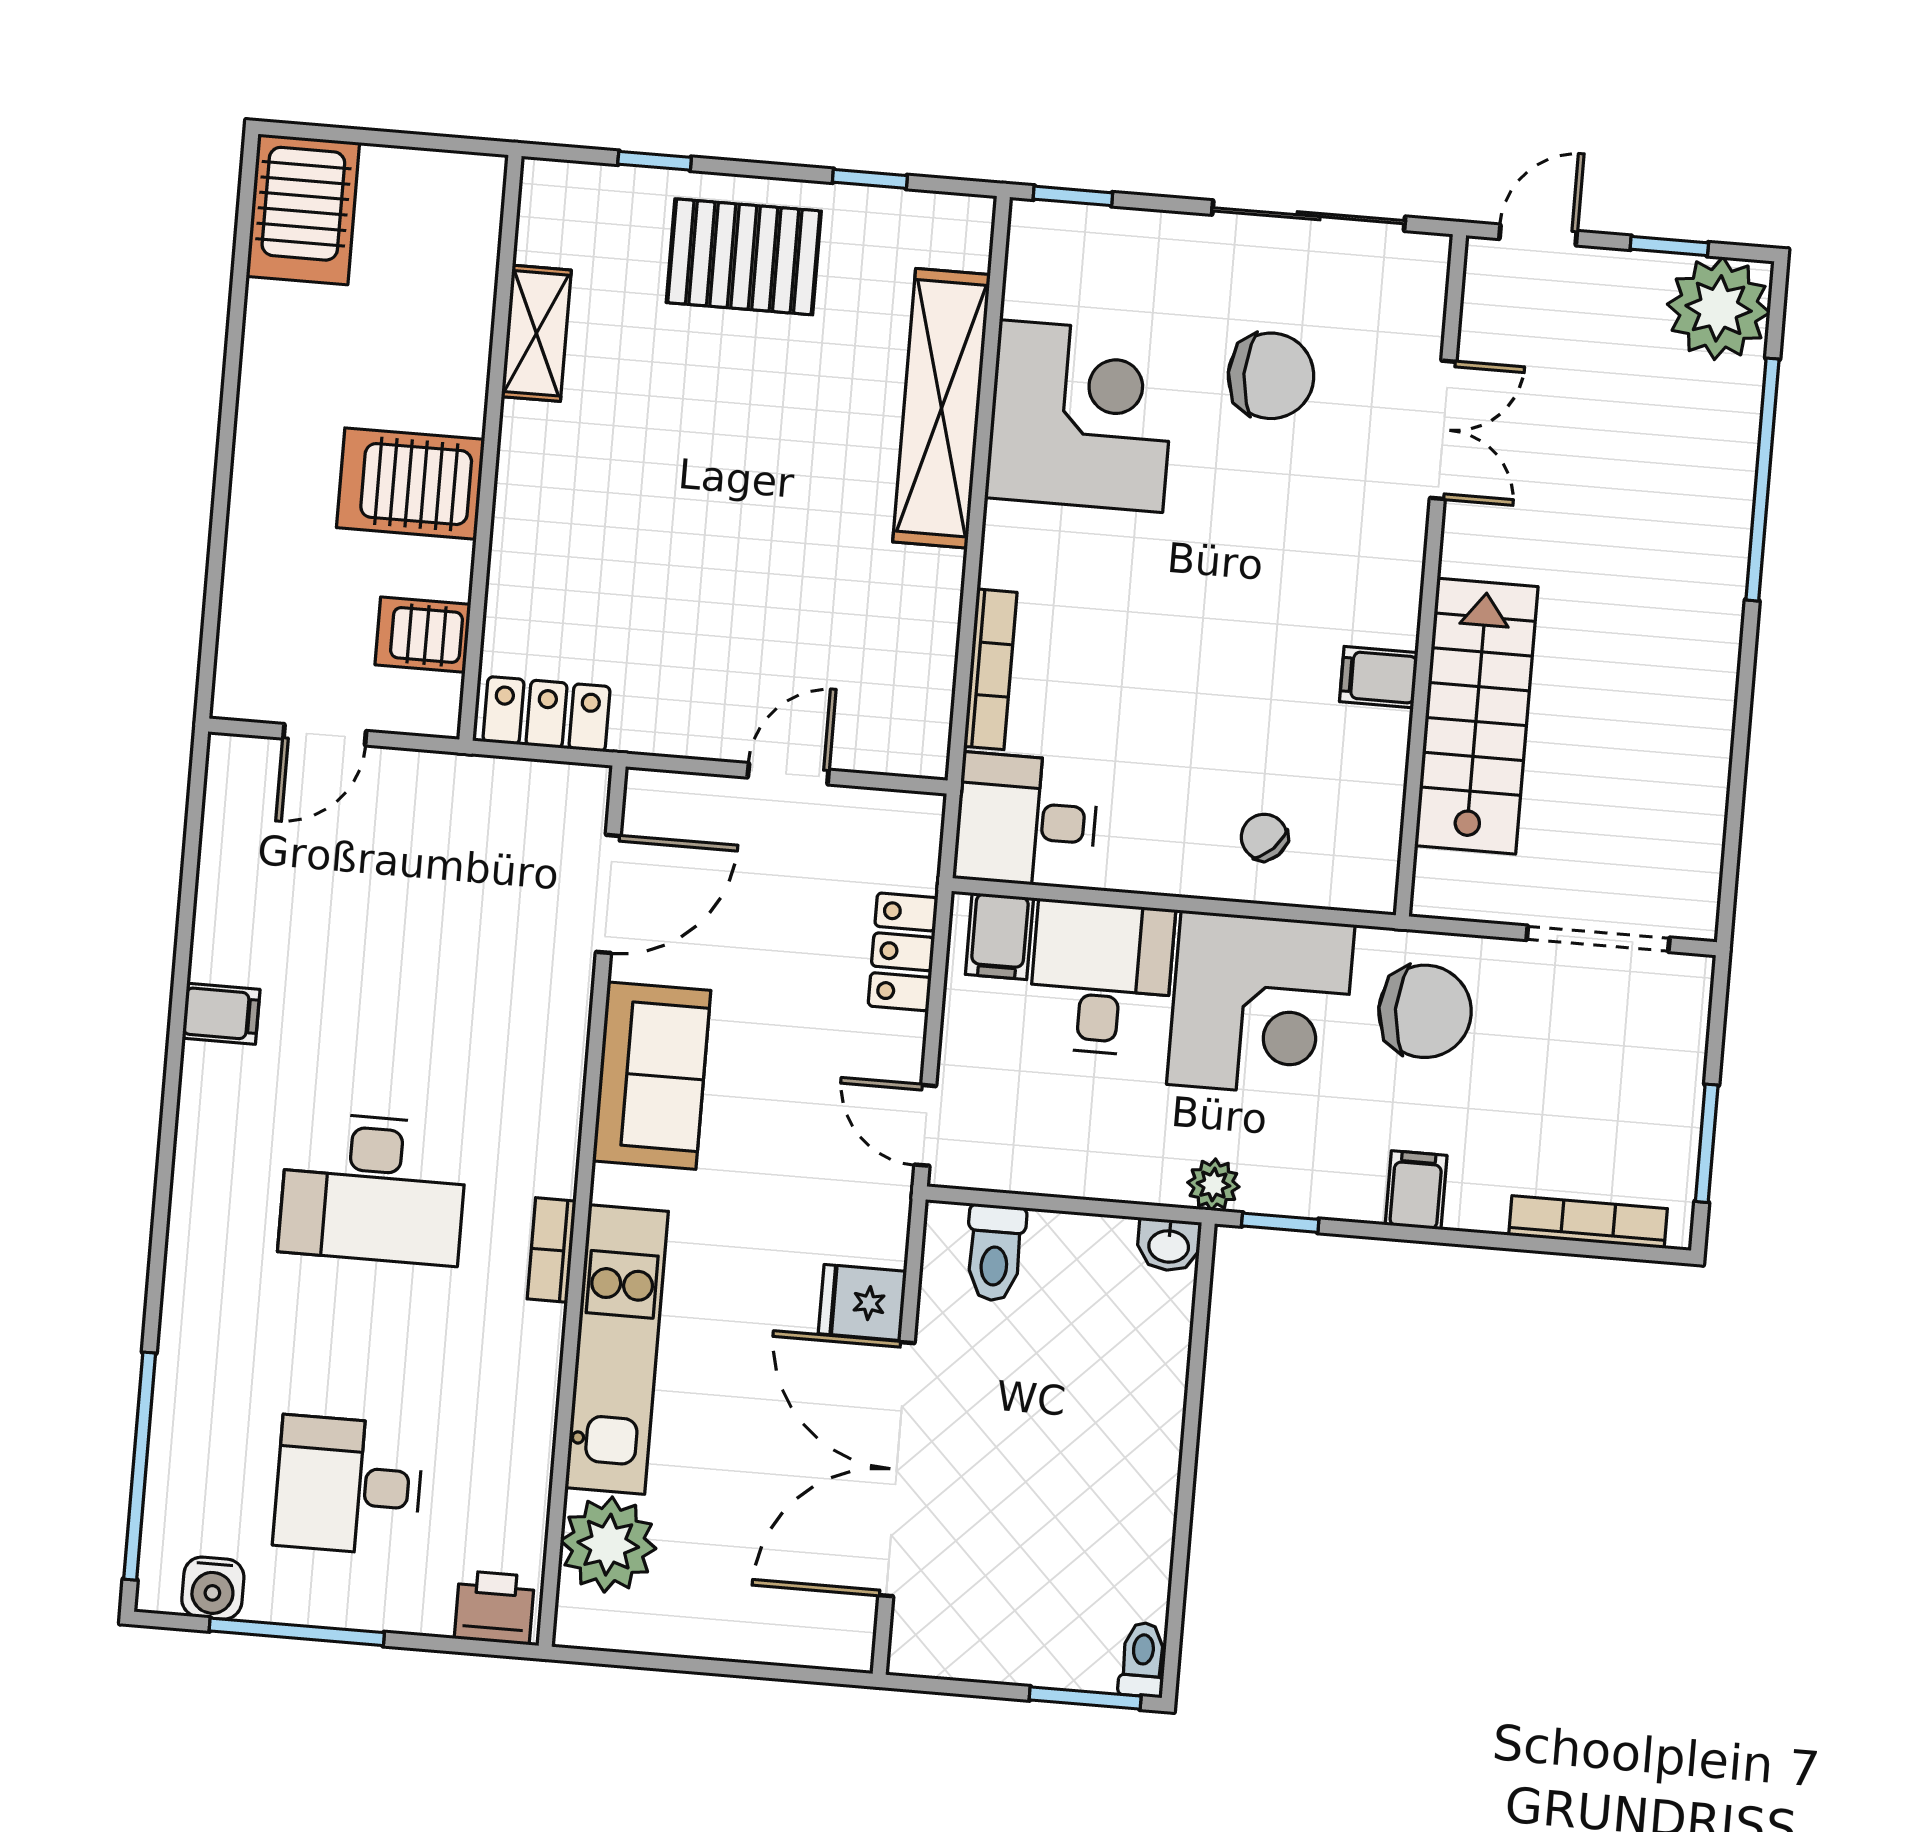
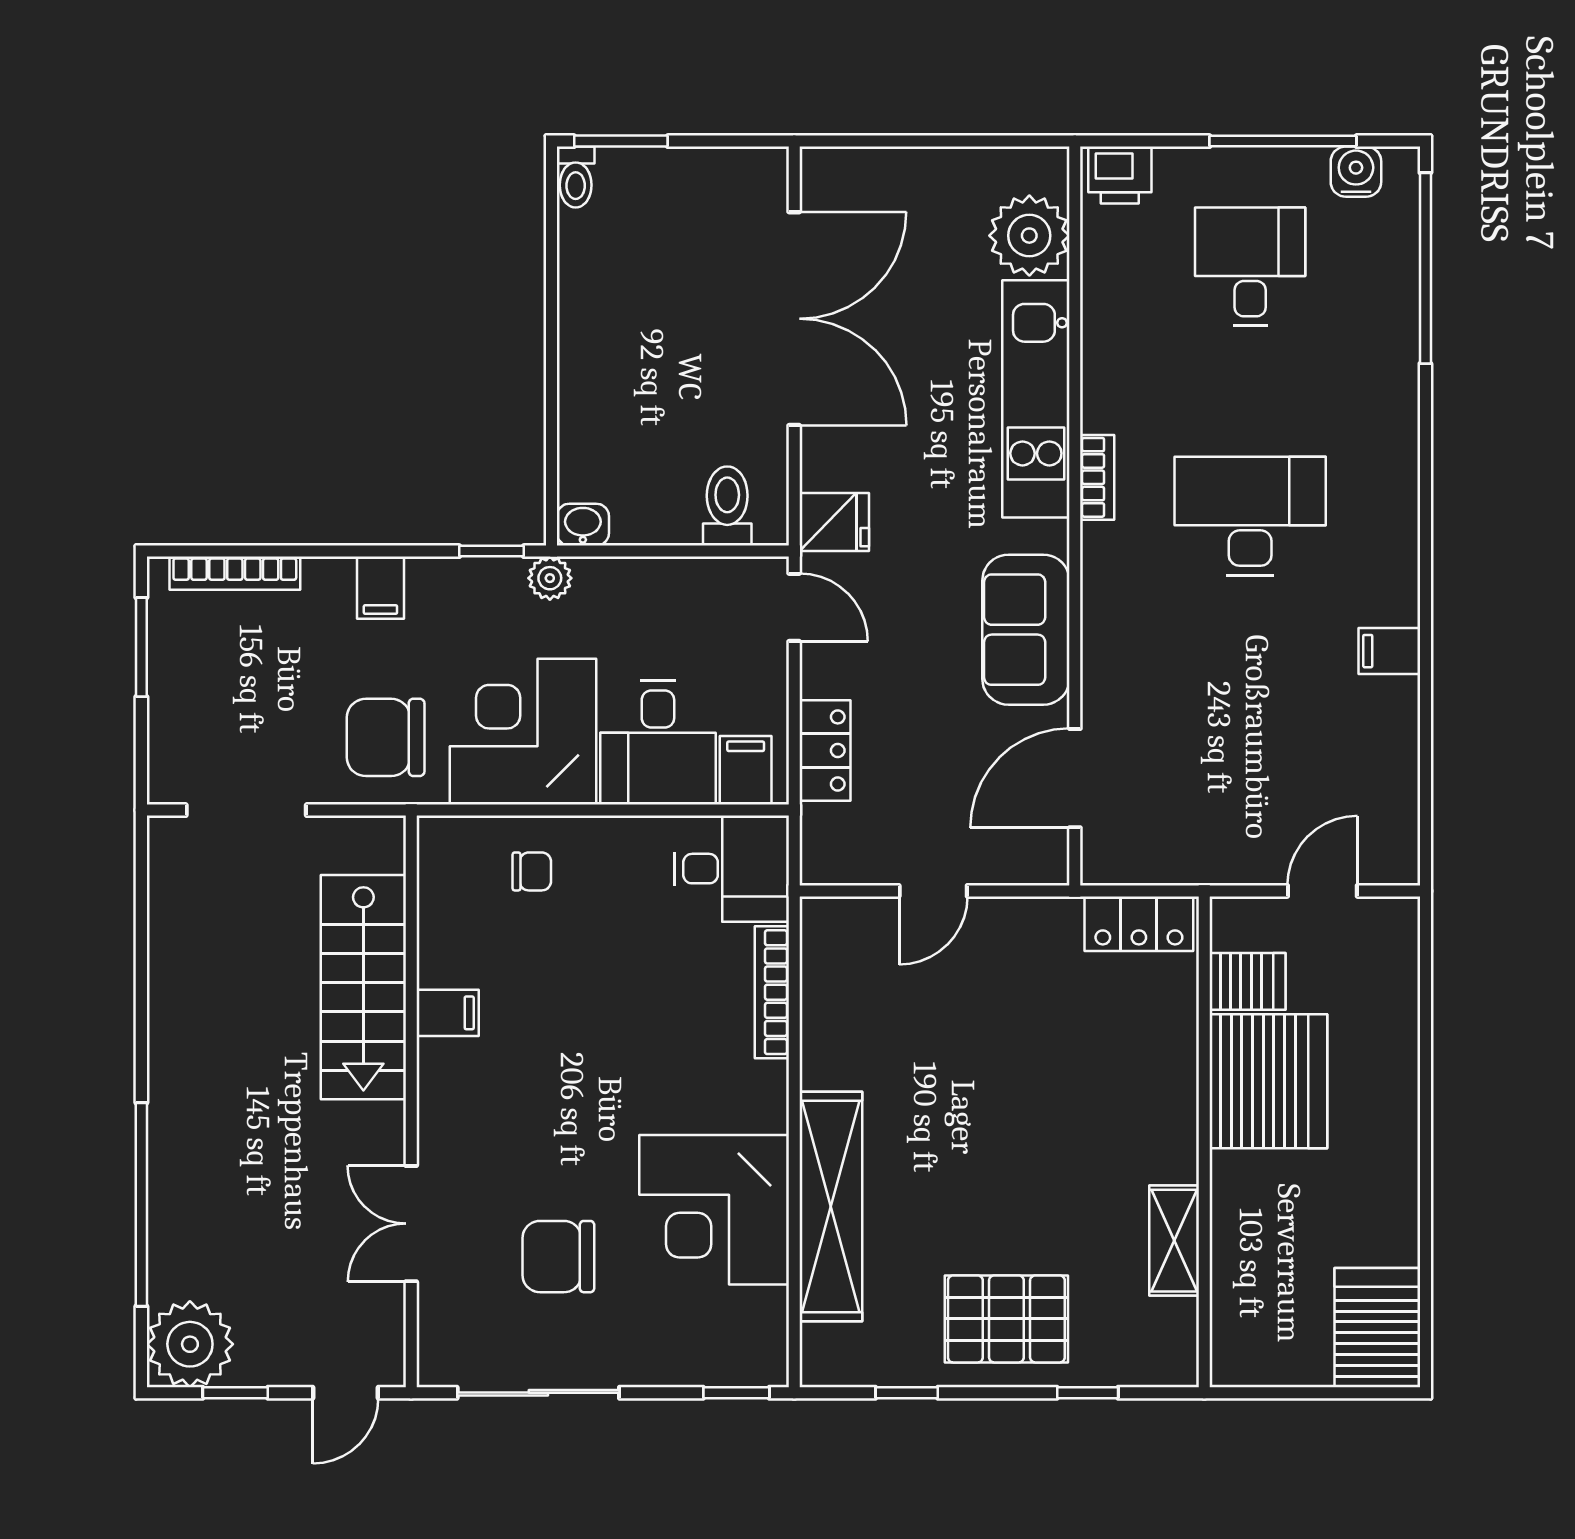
server rack: (411, 484) -> (1268, 1081), width x1.60
chair: (1264, 837) -> (532, 871), turned -45
fridge: (862, 1302) -> (834, 522), moved
desk: (348, 1485) -> (1250, 267), turned -90

